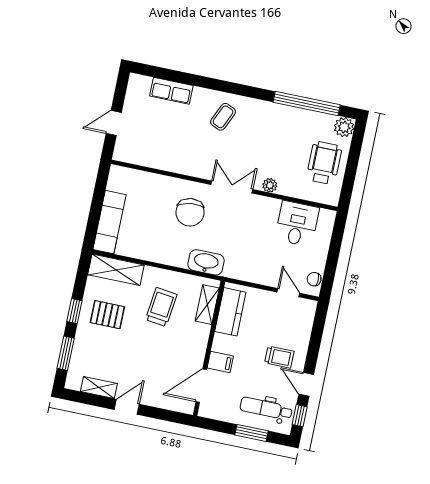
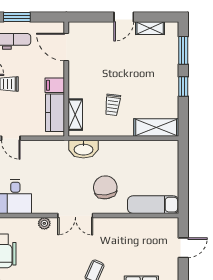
exam couch: (110, 222) -> (153, 205), moved, turned 90
trolley: (161, 307) -> (113, 105), width x0.73, depth x0.72
pallet: (107, 315) -> (156, 89), removed
filing cabinet: (220, 362) -> (55, 85), moved
door: (201, 386) -> (66, 47), swing flipped

